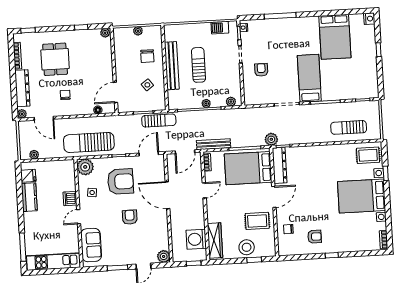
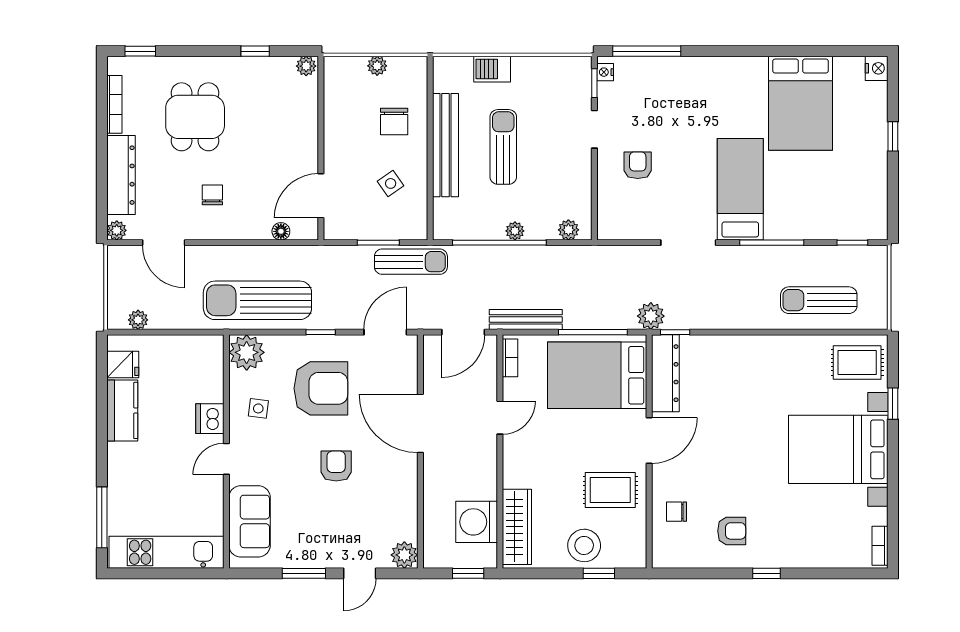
window: (280, 16) -> (647, 51), moved
barbecue: (220, 28) -> (492, 69), moved

